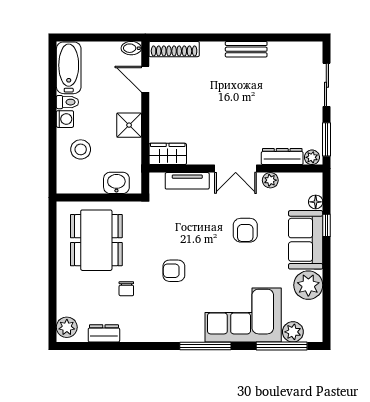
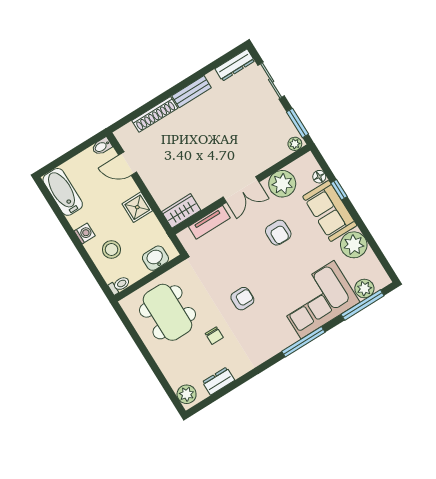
shoe rack: (174, 49) -> (155, 114), moved
toilet: (67, 102) -> (119, 285), moved
dresser: (282, 157) -> (235, 65), moved, turned 180
plant: (270, 180) -> (282, 184), width x1.87, depth x1.87
armchair: (174, 271) -> (242, 299), turned 180

